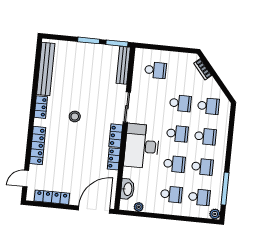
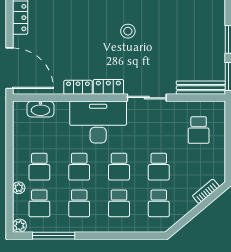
plant: (139, 207) -> (19, 188), moved

